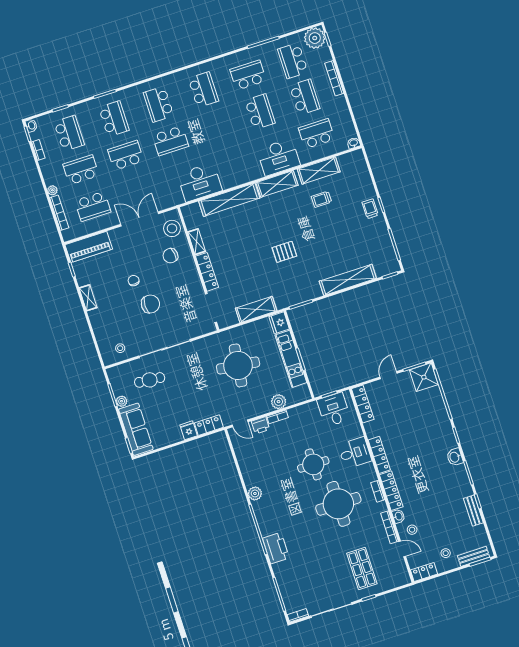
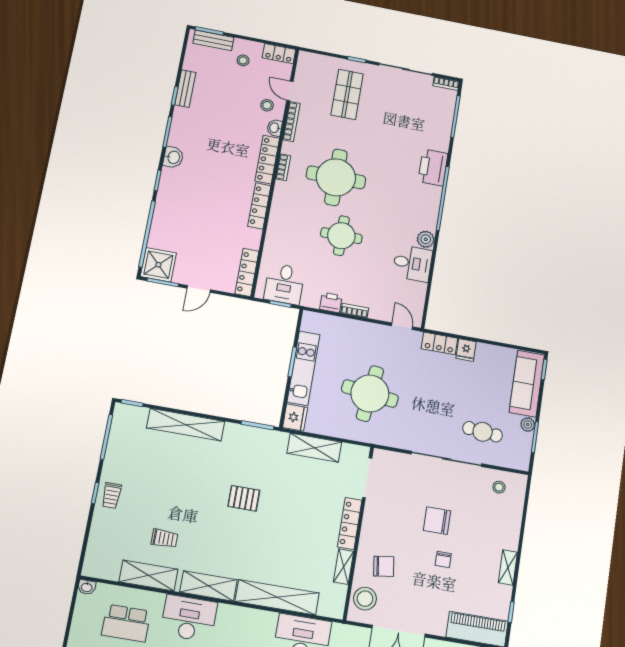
plant: (279, 402) -> (344, 327), removed
printer: (260, 425) -> (331, 303), moved
desk: (355, 453) -> (412, 263), moved, turned 180

